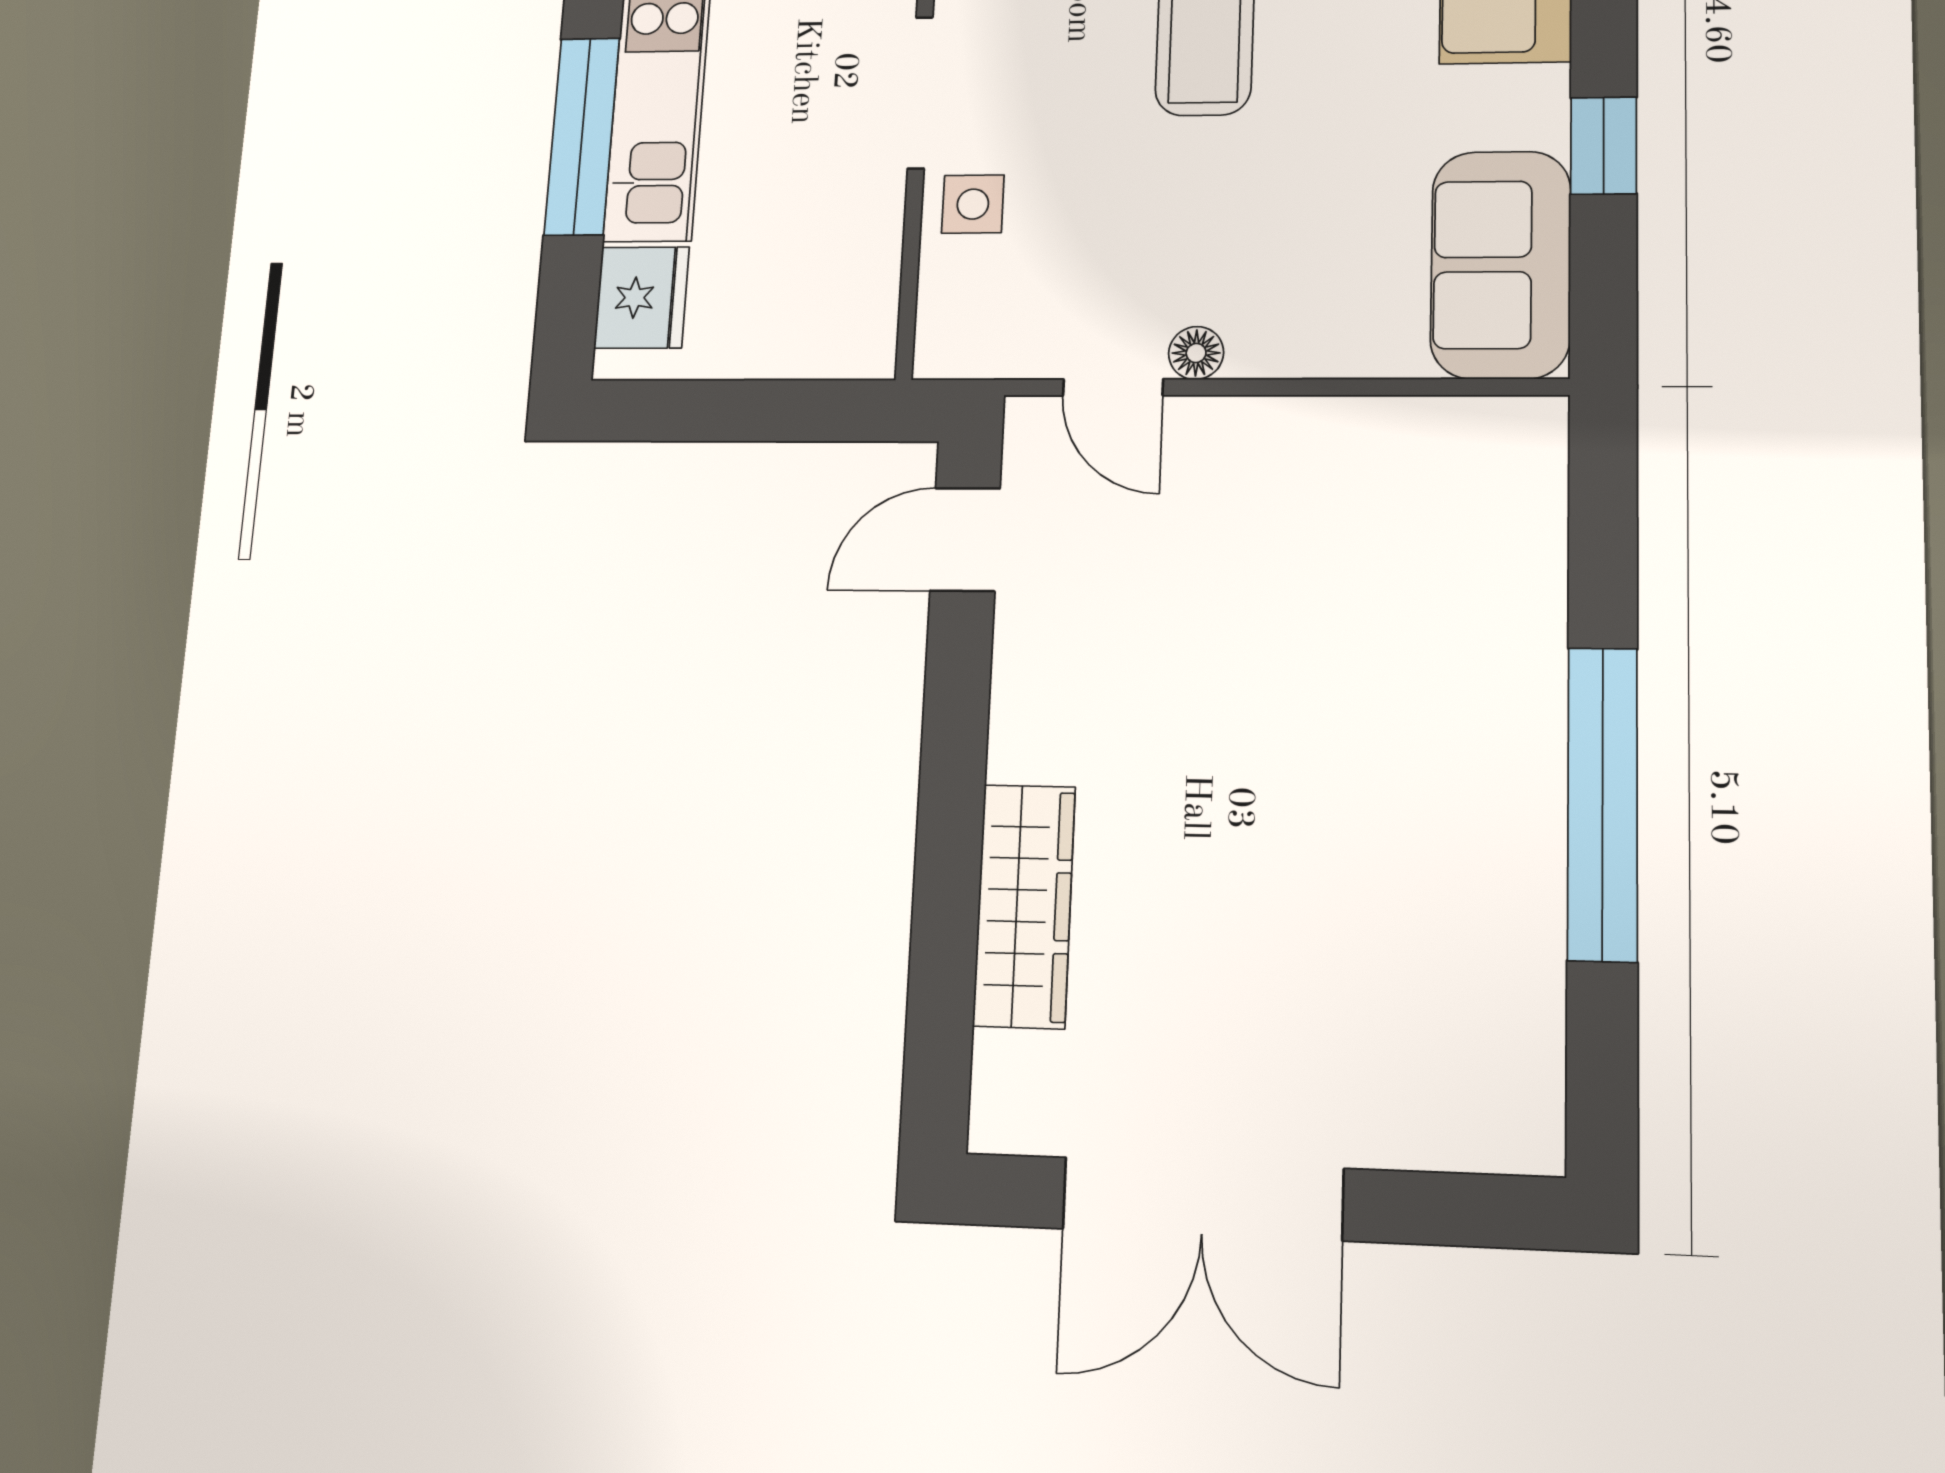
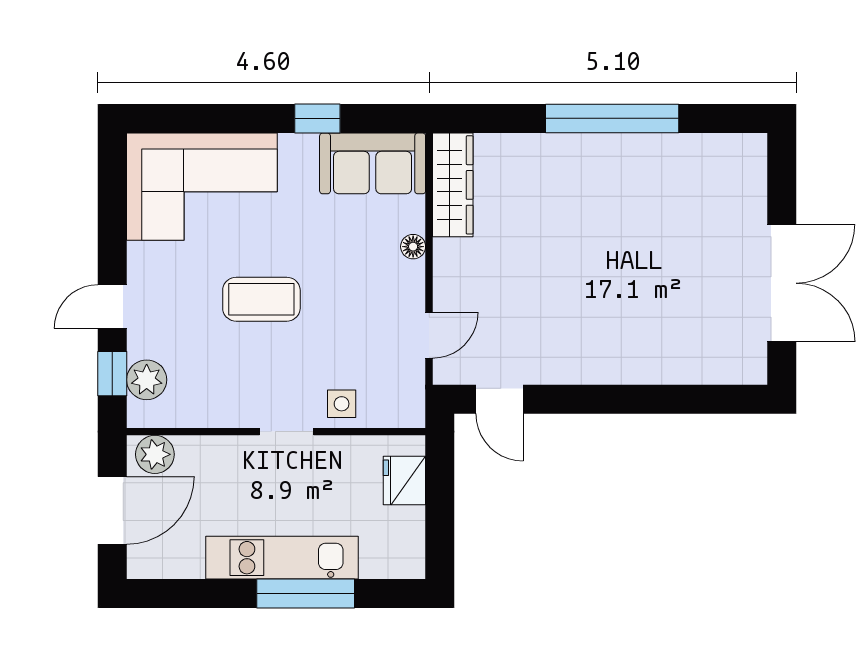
doorway: (920, 93) -> (287, 432), width x0.73
fridge: (642, 298) -> (404, 481), moved, turned -90
floor lamp: (1196, 353) -> (413, 247), moved
wardrobe: (1024, 906) -> (453, 185), moved, turned 90

